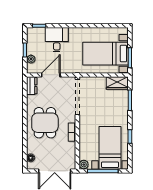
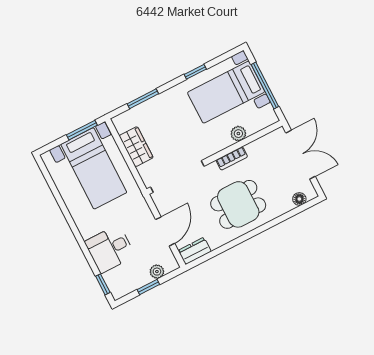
door: (51, 75) -> (165, 231), swing flipped
wardrobe: (117, 83) -> (136, 147), moved
plant: (84, 165) -> (238, 134), moved

